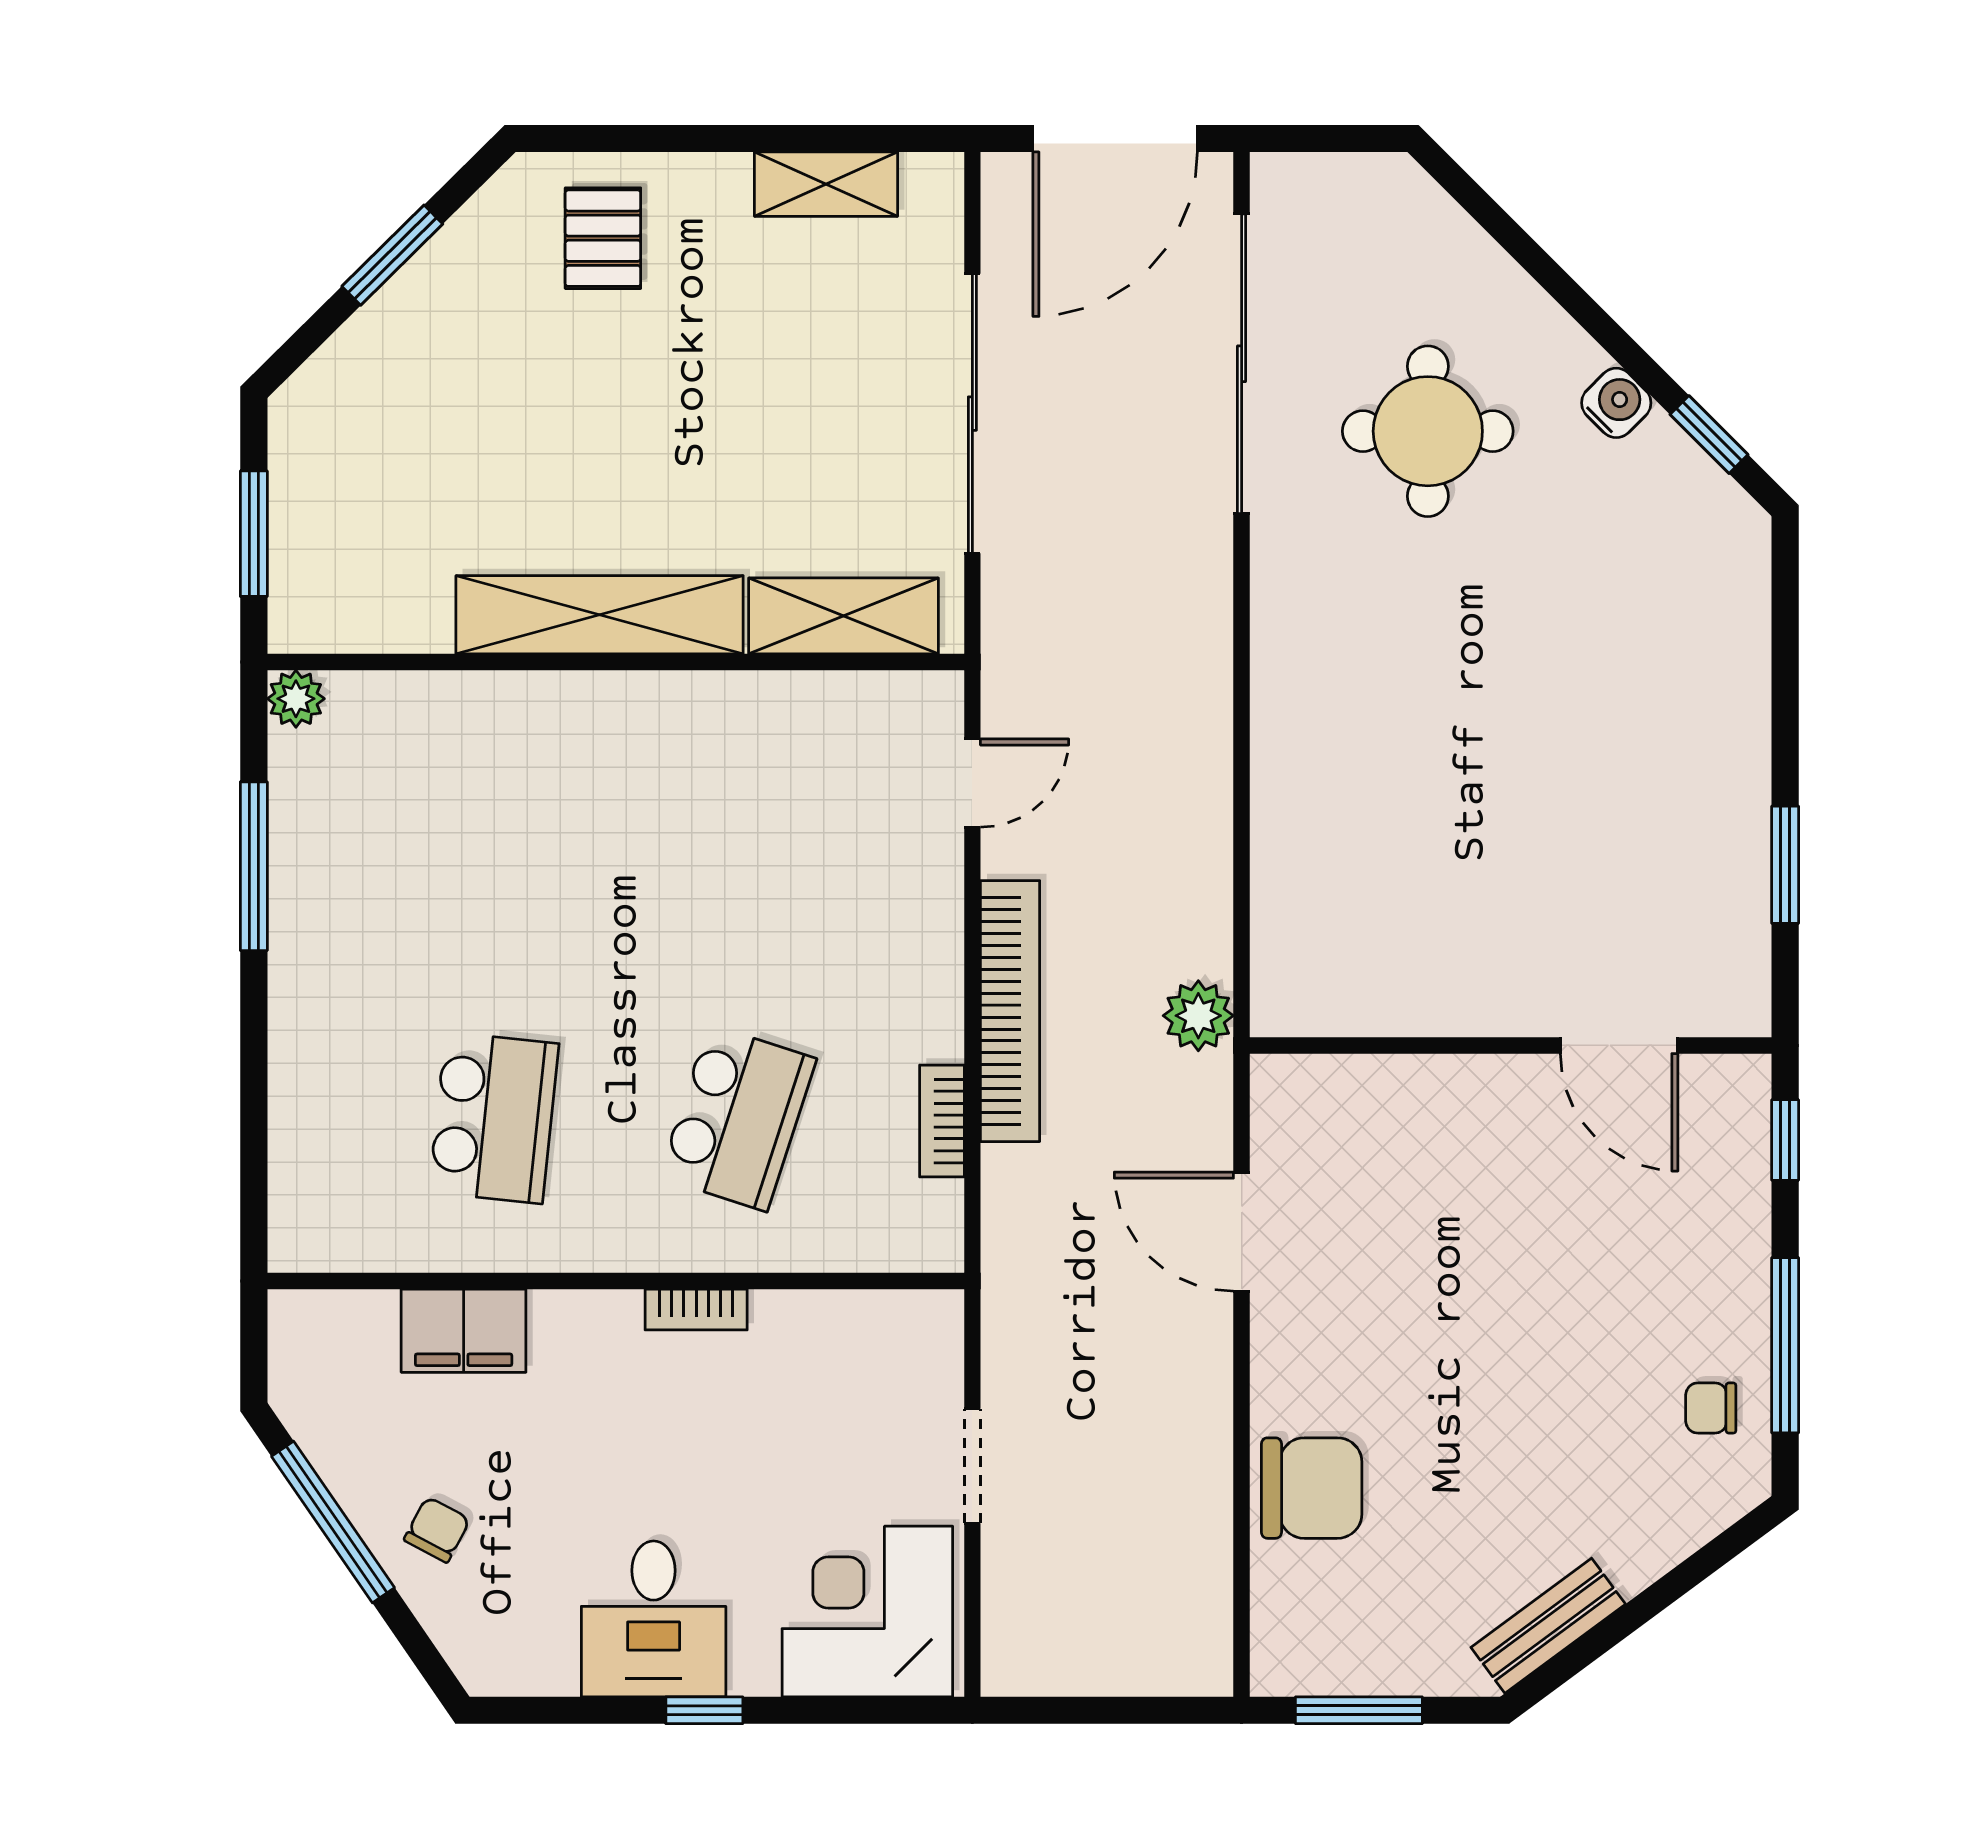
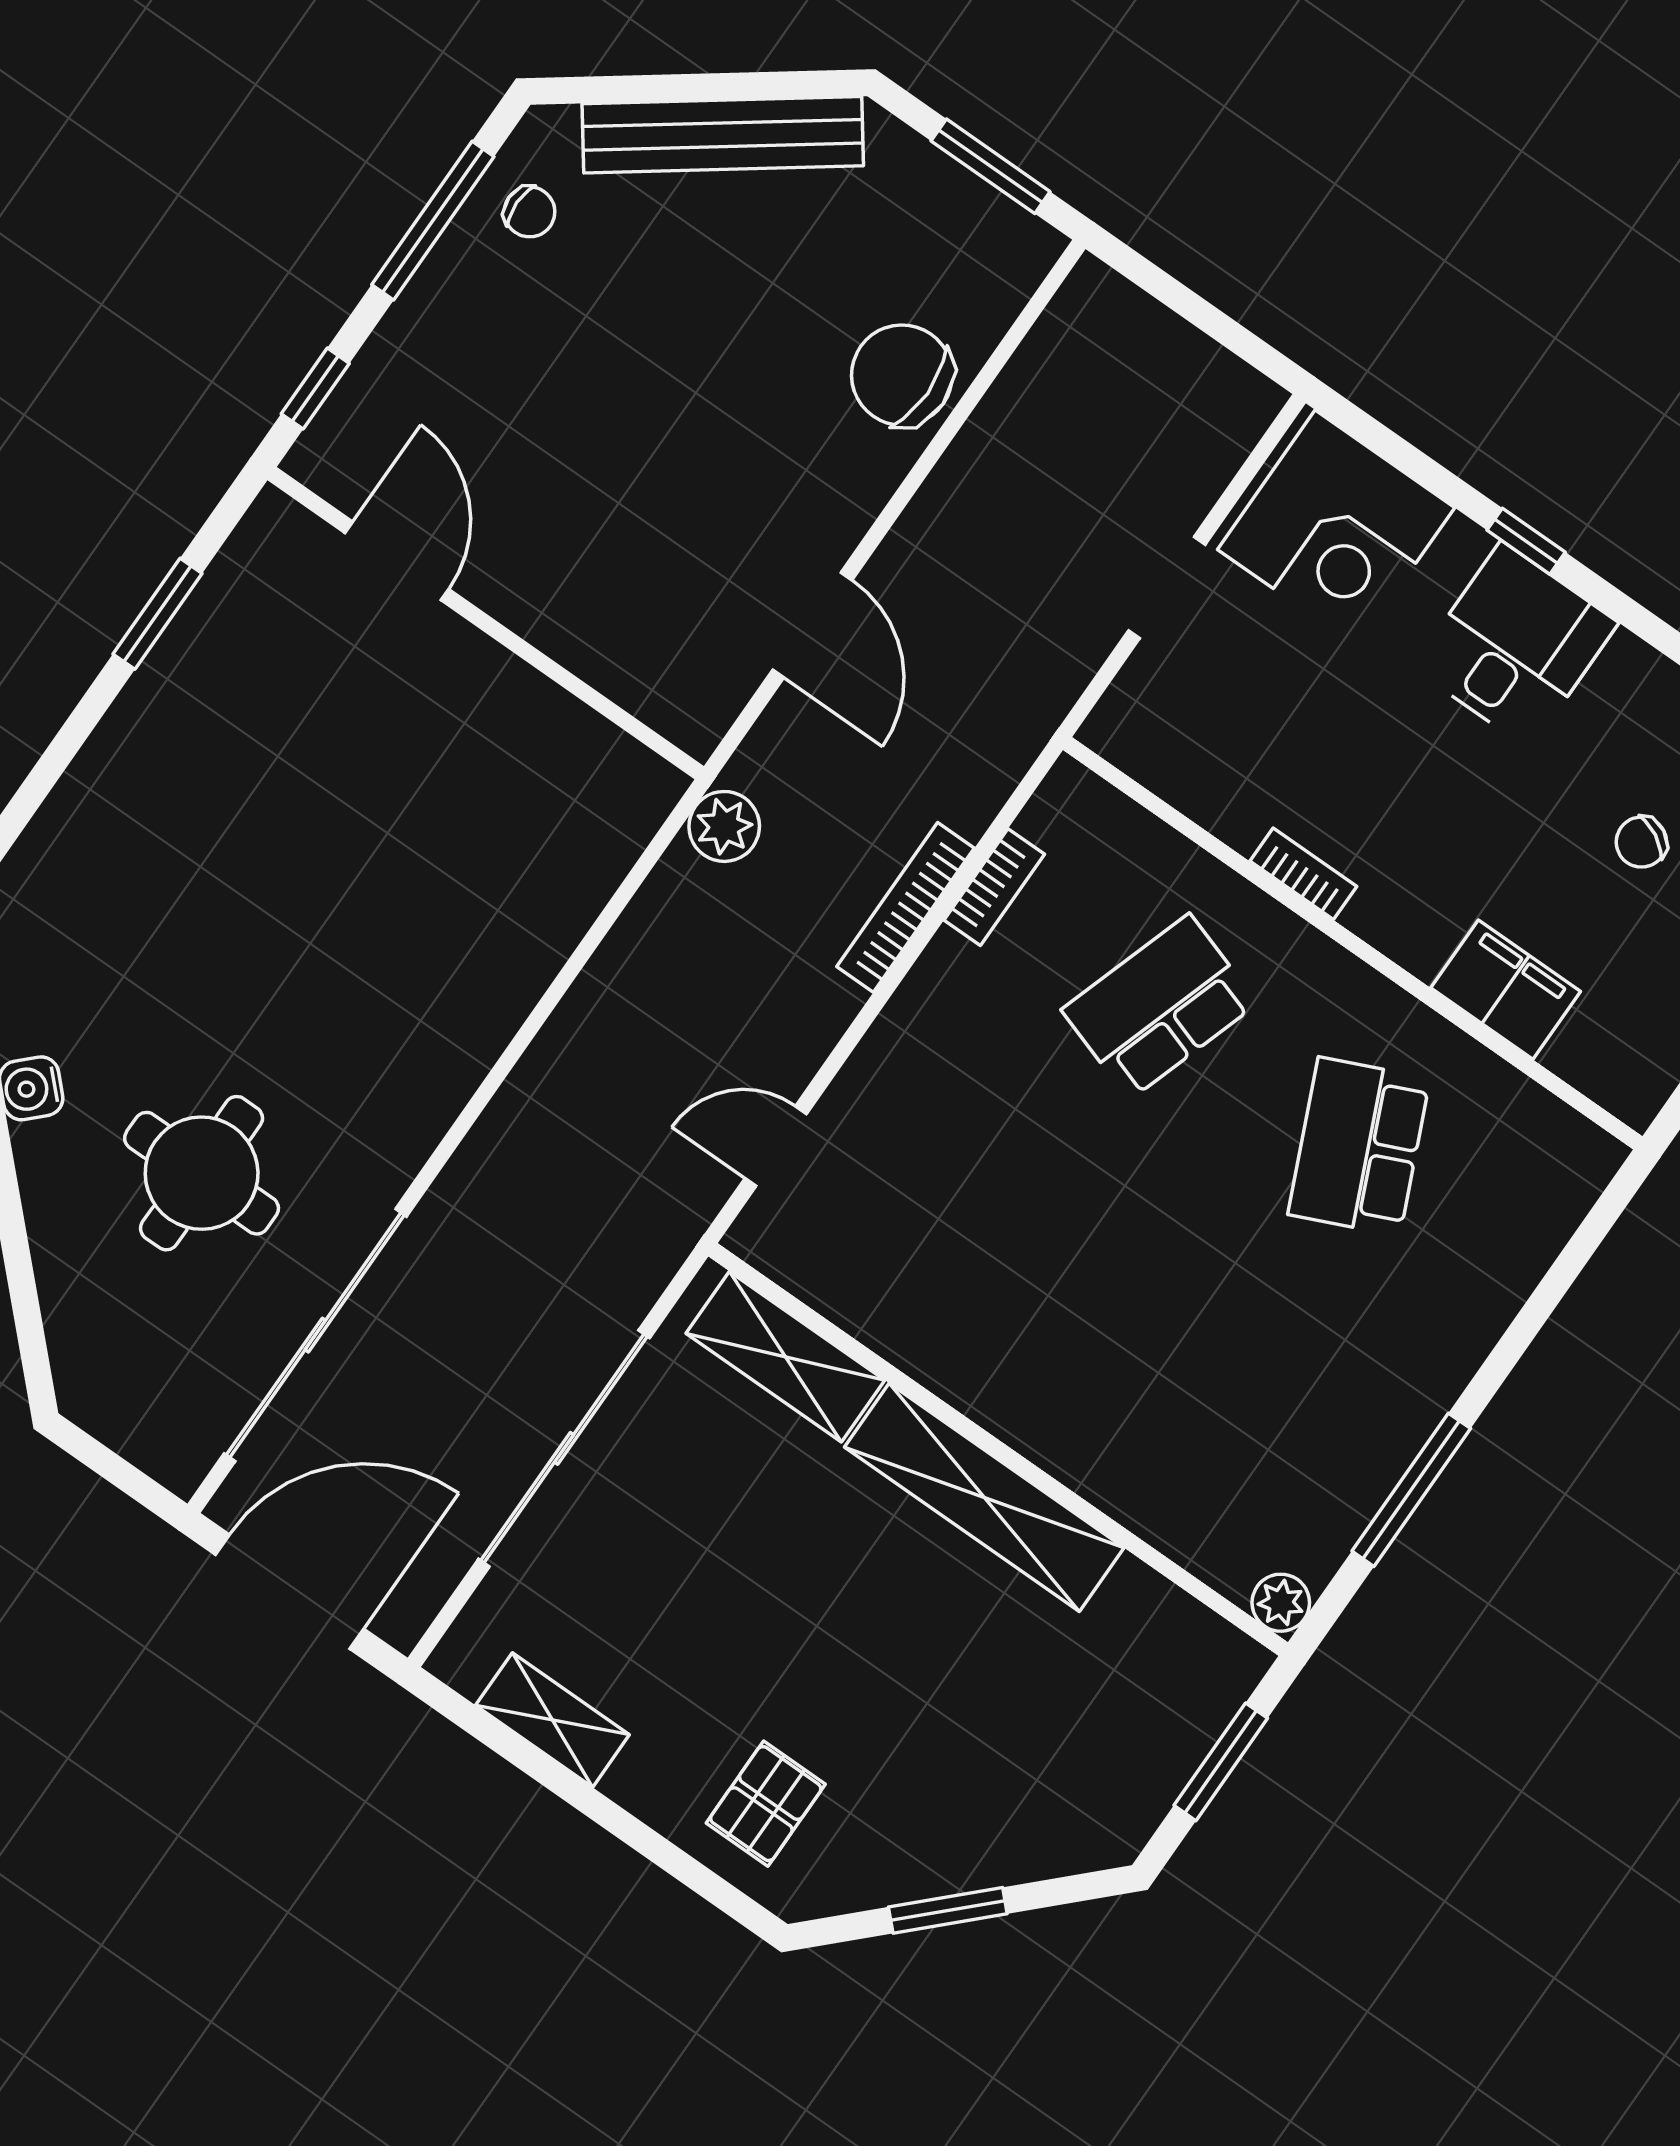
bookcase: (1010, 1011) -> (905, 907), width x0.68, depth x0.76
school desk: (494, 1118) -> (1359, 1146), turned -30
bench: (1548, 1626) -> (723, 135), width x1.86, depth x1.21

